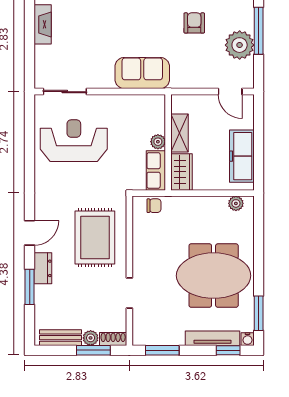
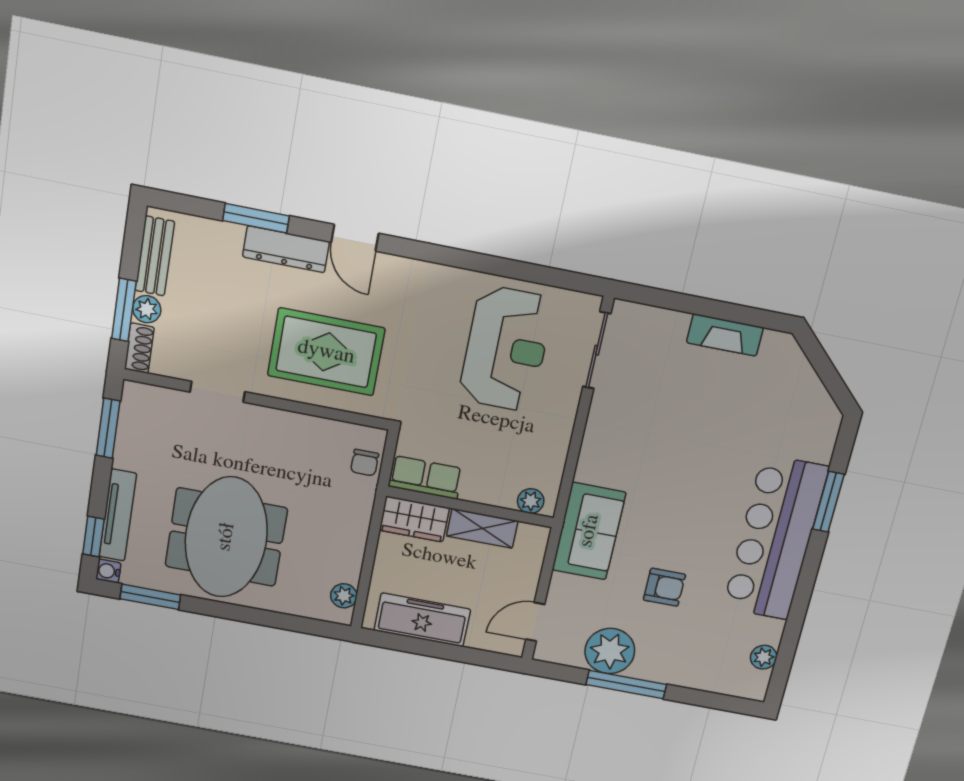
sofa: (142, 73) -> (589, 531), moved
plant: (158, 142) -> (531, 501), moved
dresser: (43, 268) -> (286, 249), width x1.44

